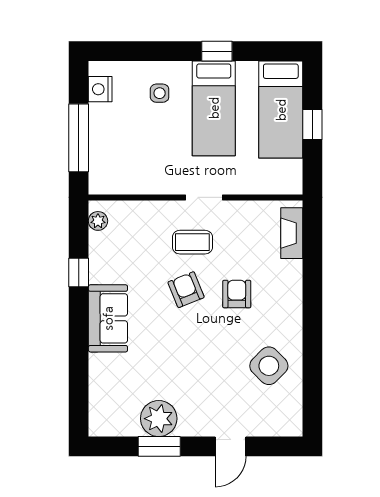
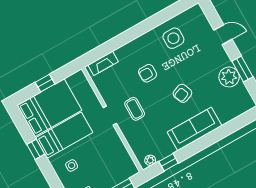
bed: (281, 110) -> (49, 108), width x1.50
window: (79, 272) -> (169, 162), moved
armchair: (186, 290) -> (182, 93), moved
sofa: (108, 318) -> (195, 129), width x1.36
side table: (269, 366) -> (173, 38), turned 45

